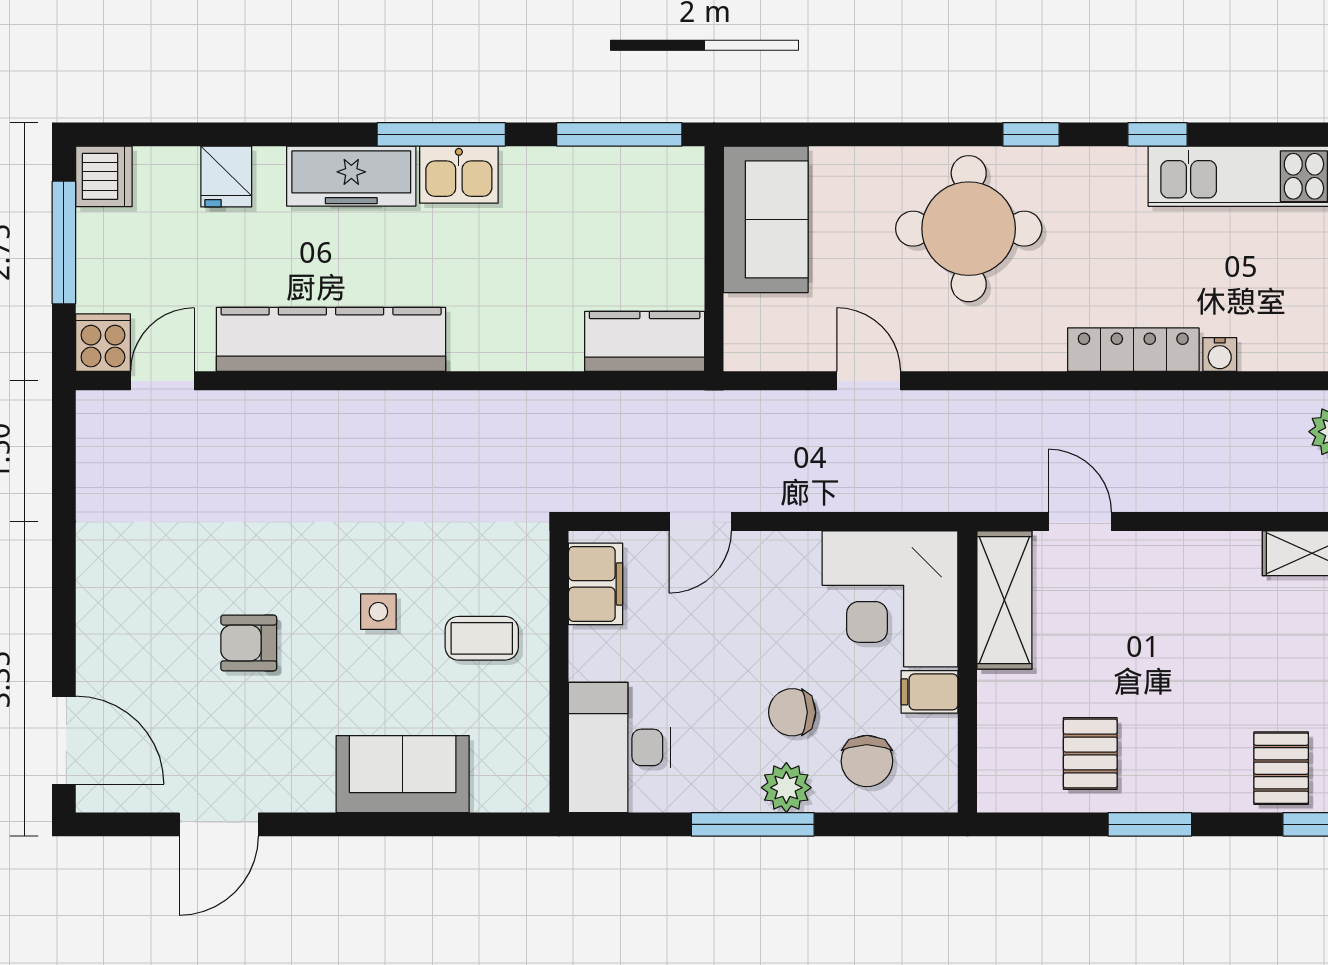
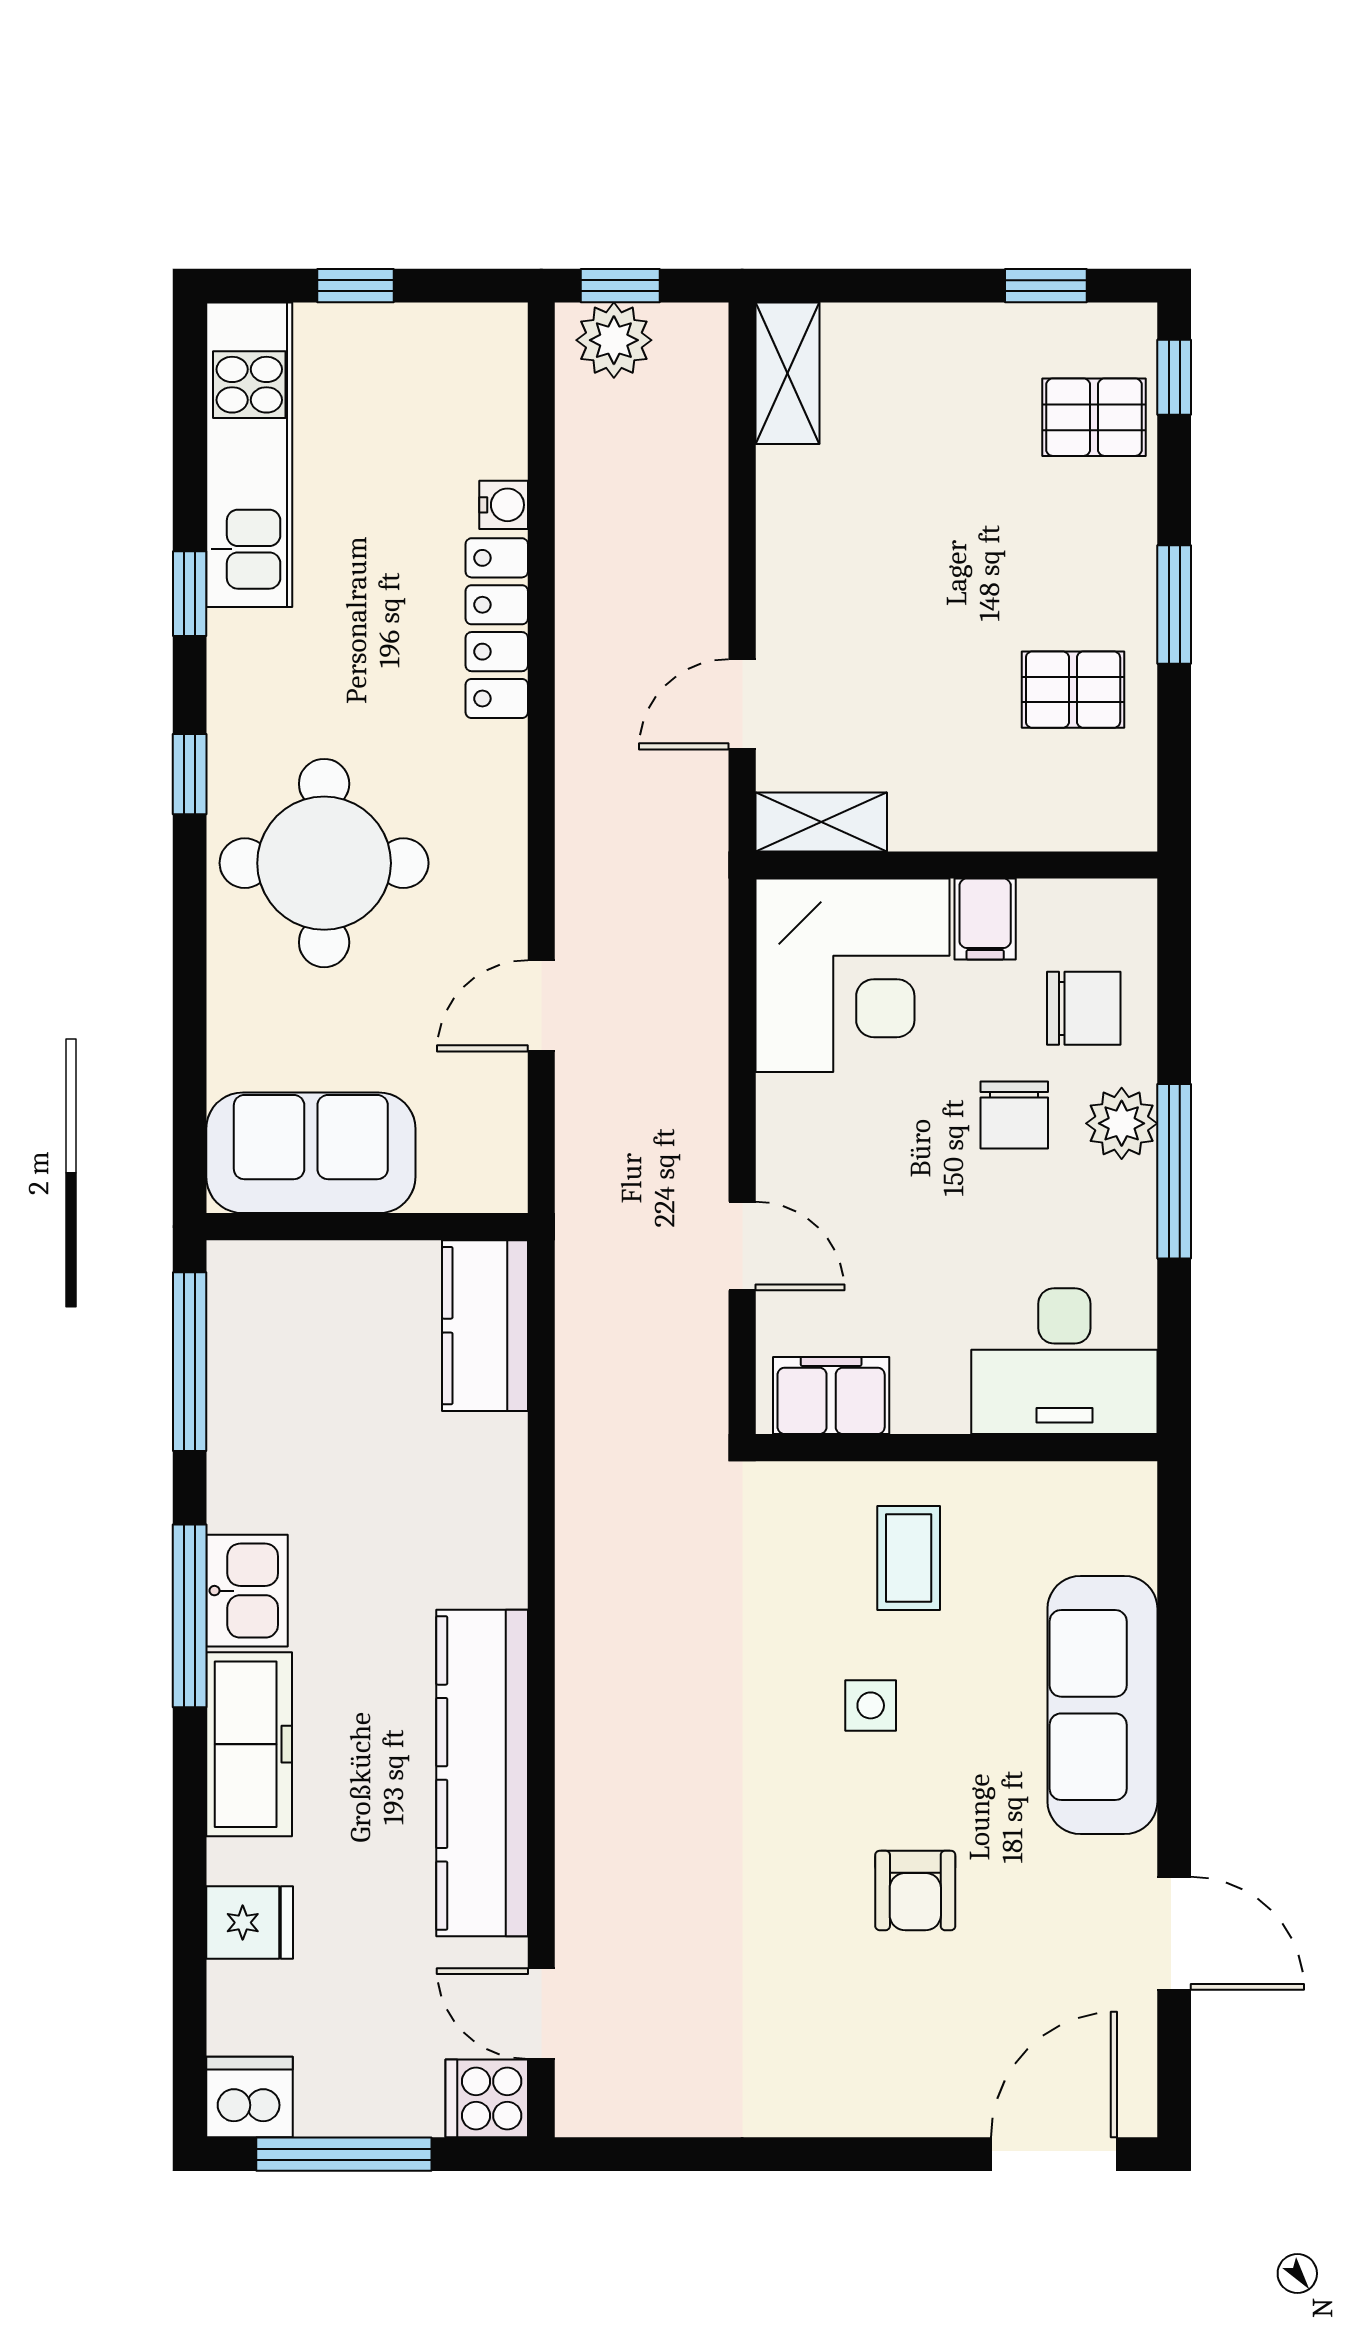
shelving: (1004, 600) -> (821, 822), width x0.67, depth x0.75
sofa: (403, 774) -> (1102, 1705), width x1.36

